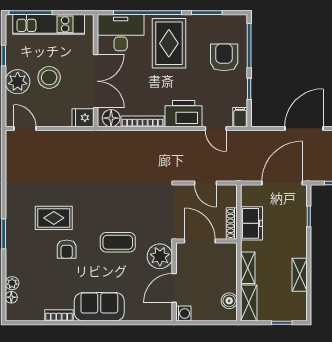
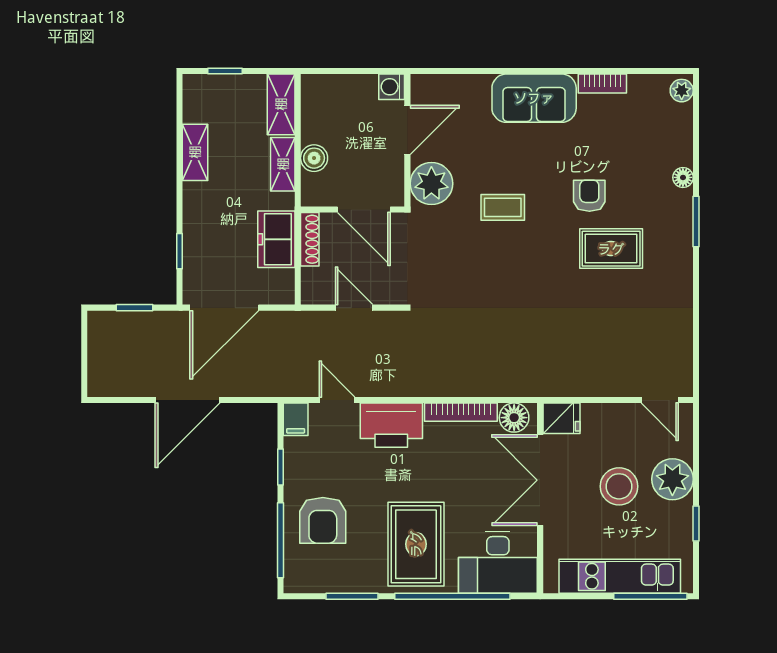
coffee table: (118, 242) -> (503, 207), width x0.73, depth x0.77
plant: (12, 283) -> (682, 91), moved
floor lamp: (11, 297) -> (683, 177), moved
boiler: (229, 301) -> (314, 158), moved

